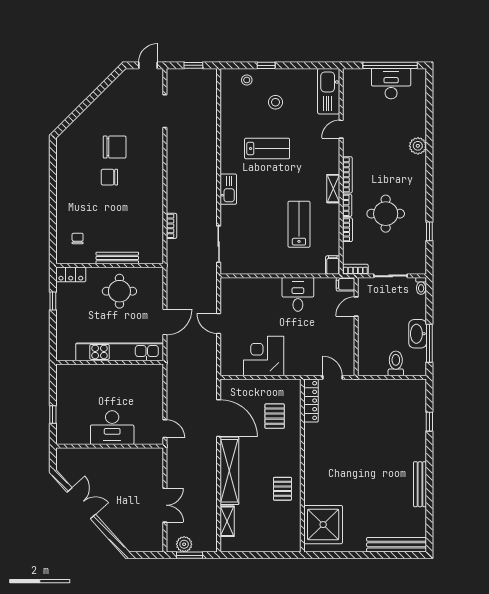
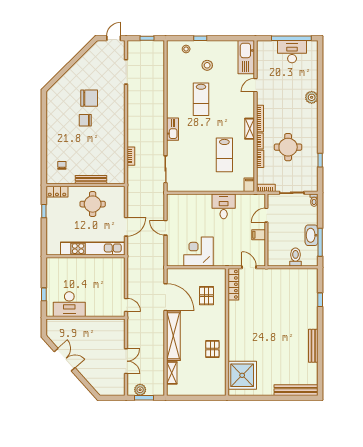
lab bench: (267, 149) -> (201, 99), turned 90
lab bench: (299, 224) -> (224, 155), turned 180
filing cabinet: (345, 284) -> (259, 235), moved
desk: (112, 428) -> (69, 304), moved

